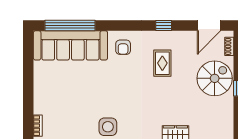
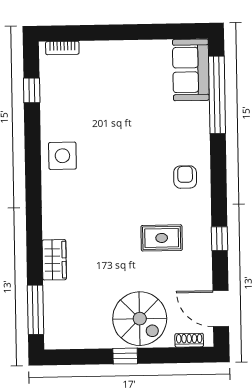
sofa: (70, 45) -> (191, 70), width x0.54, depth x0.79
armchair: (123, 47) -> (185, 177), turned 90

